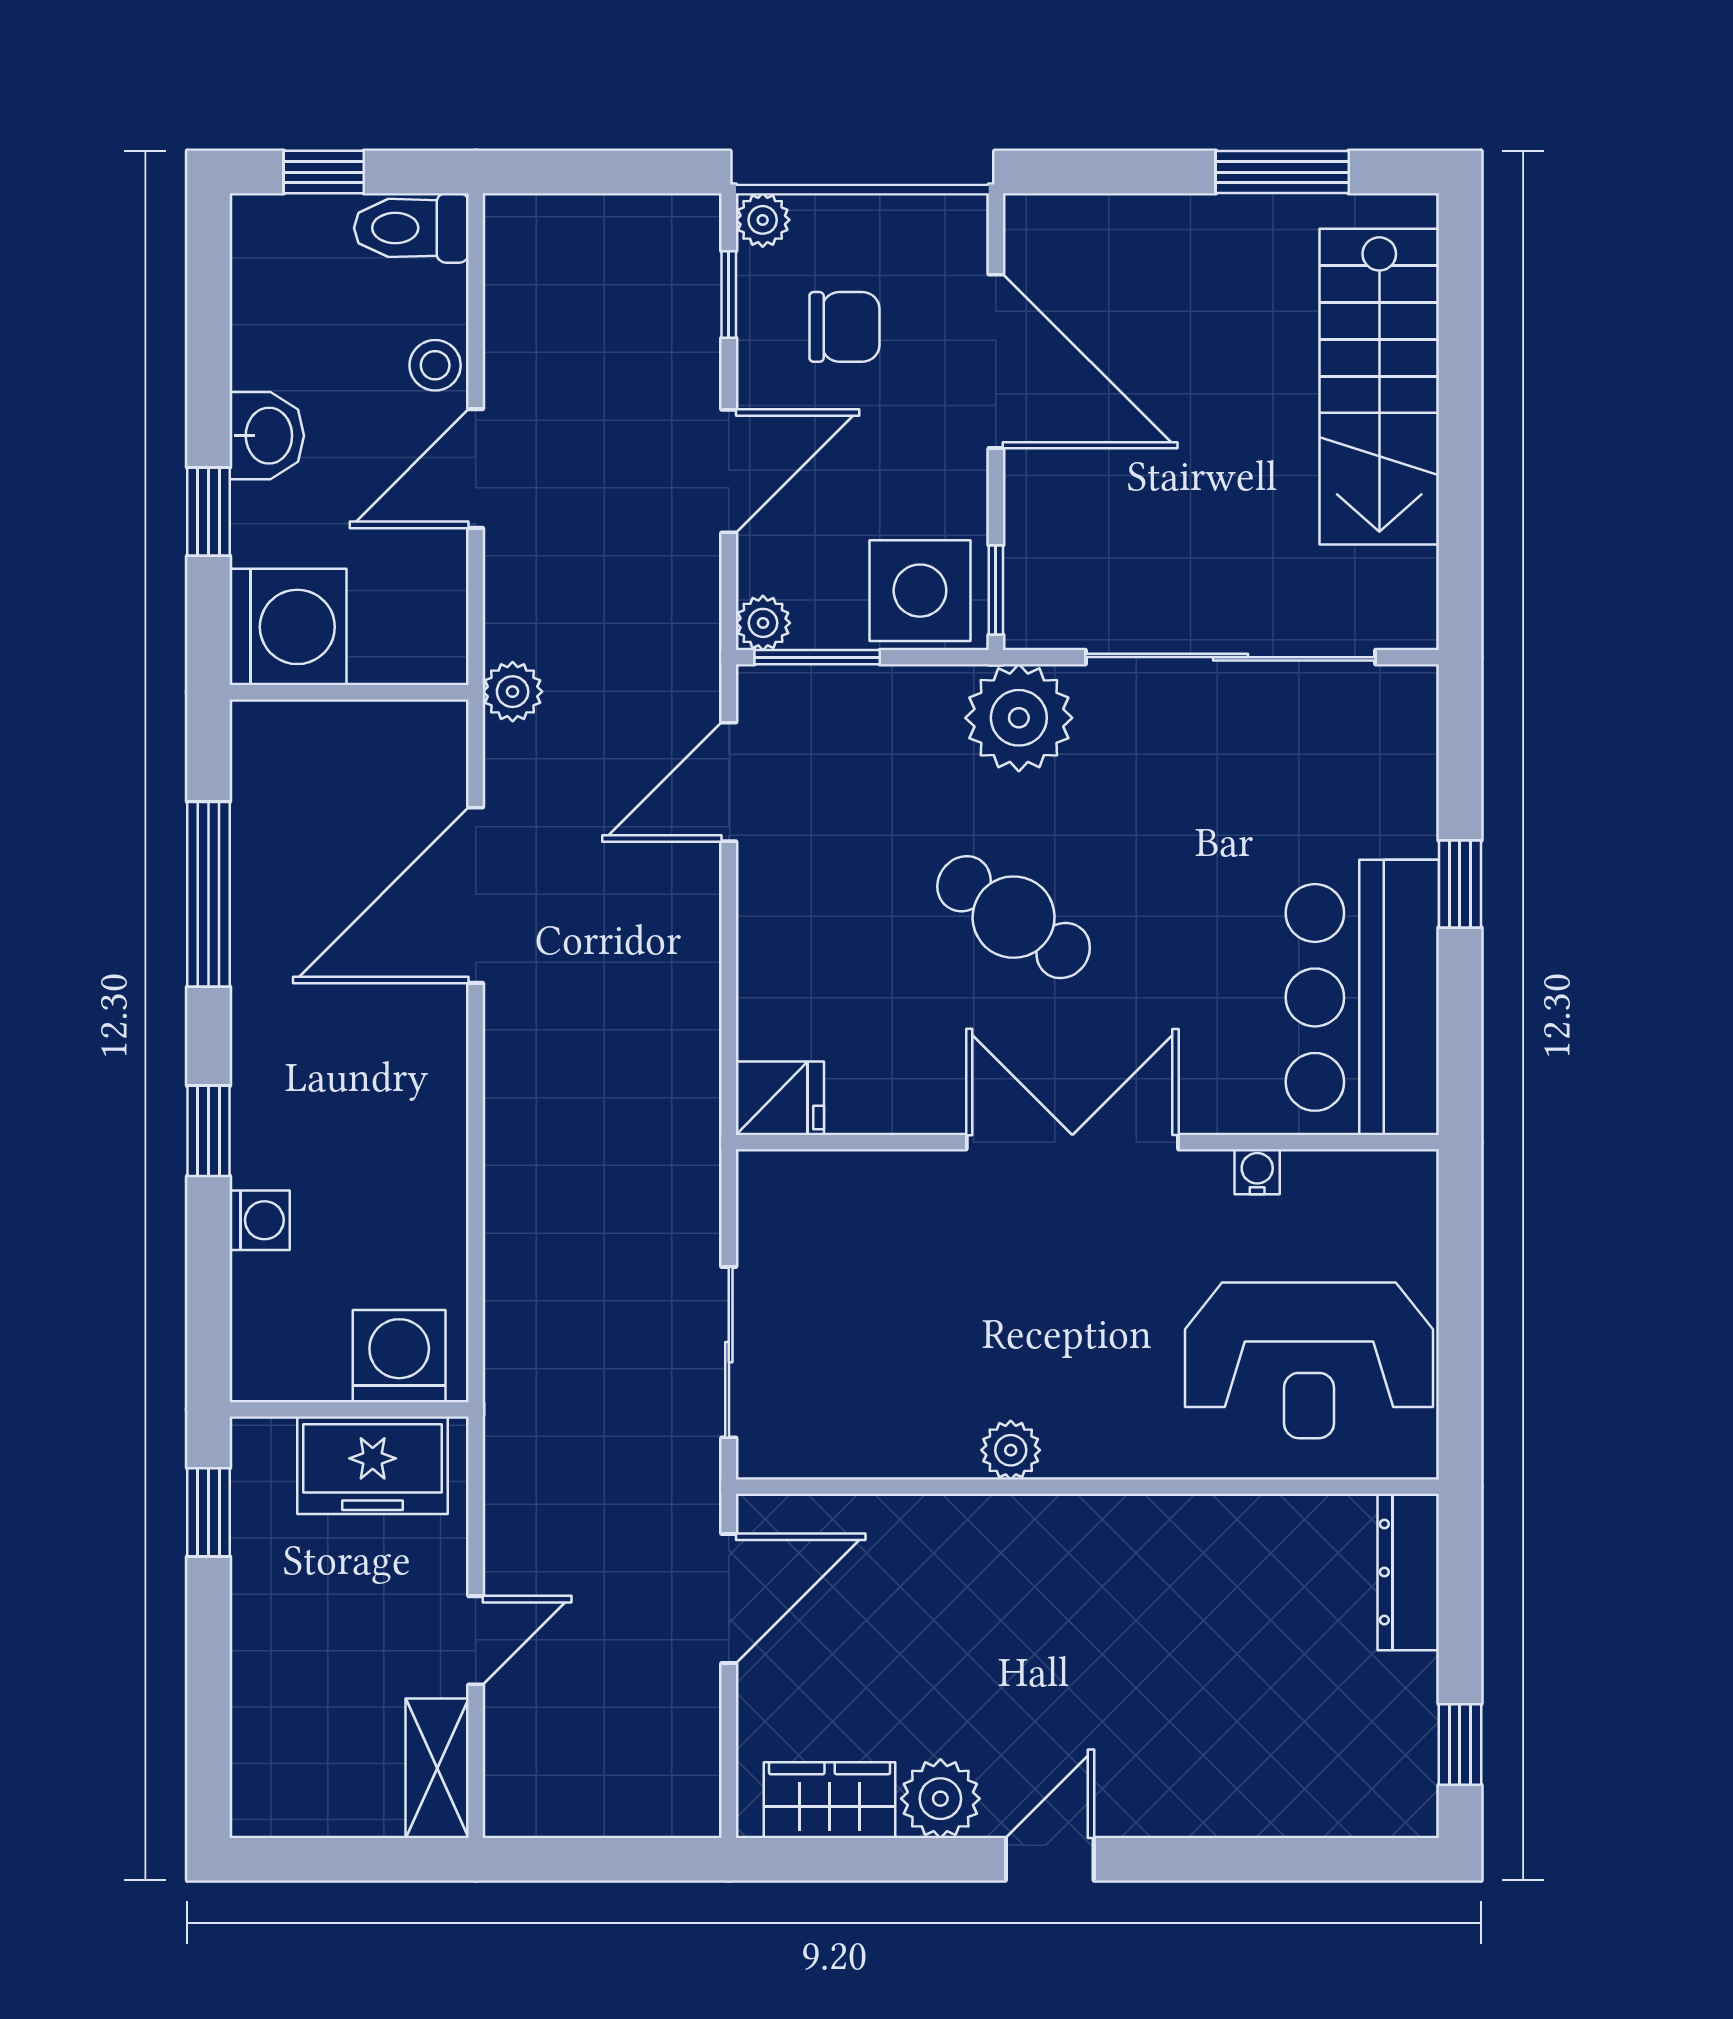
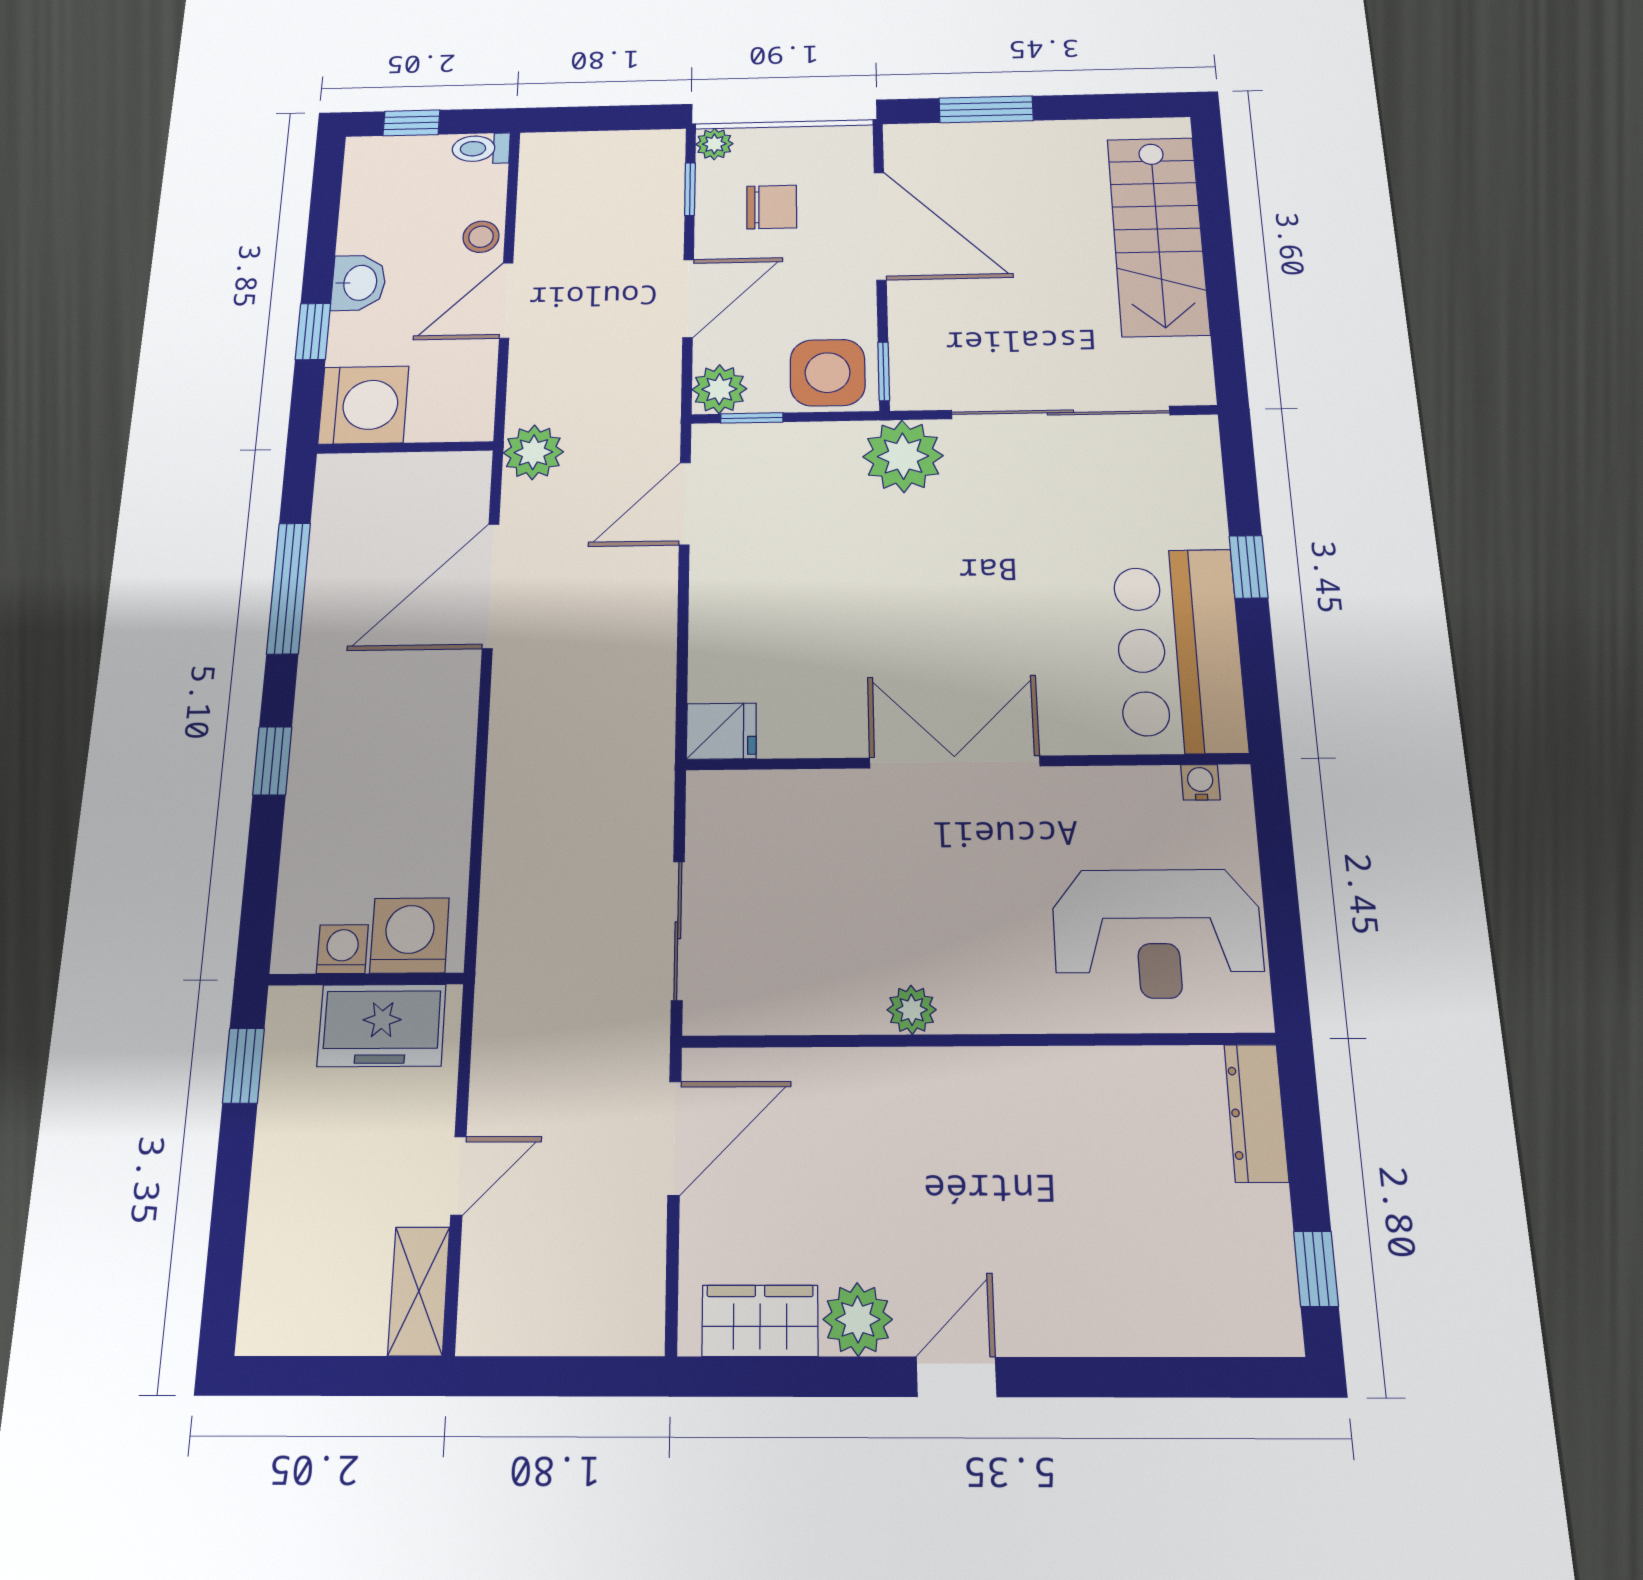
window: (1282, 172) -> (986, 109), moved
toilet: (411, 228) -> (481, 149), width x0.73, depth x0.72
plant: (763, 623) -> (719, 389), width x1.38, depth x1.38
window: (817, 657) -> (752, 418), width x0.67
plant: (513, 692) -> (533, 452), width x1.38, depth x1.38
cafe table: (1014, 917) -> (903, 595), removed
water cooler: (1257, 1172) -> (1200, 782), moved
washing machine: (260, 1220) -> (342, 949), moved, turned -90

